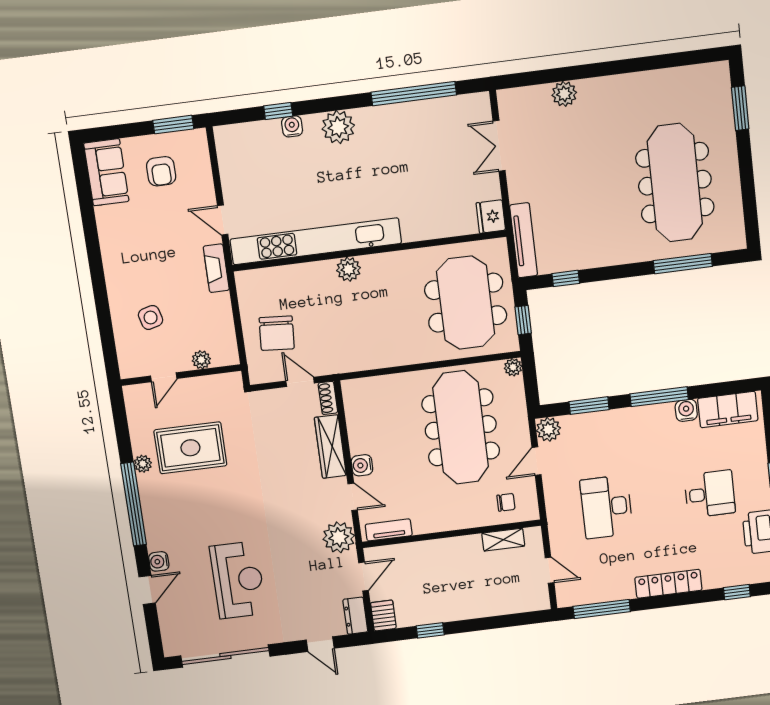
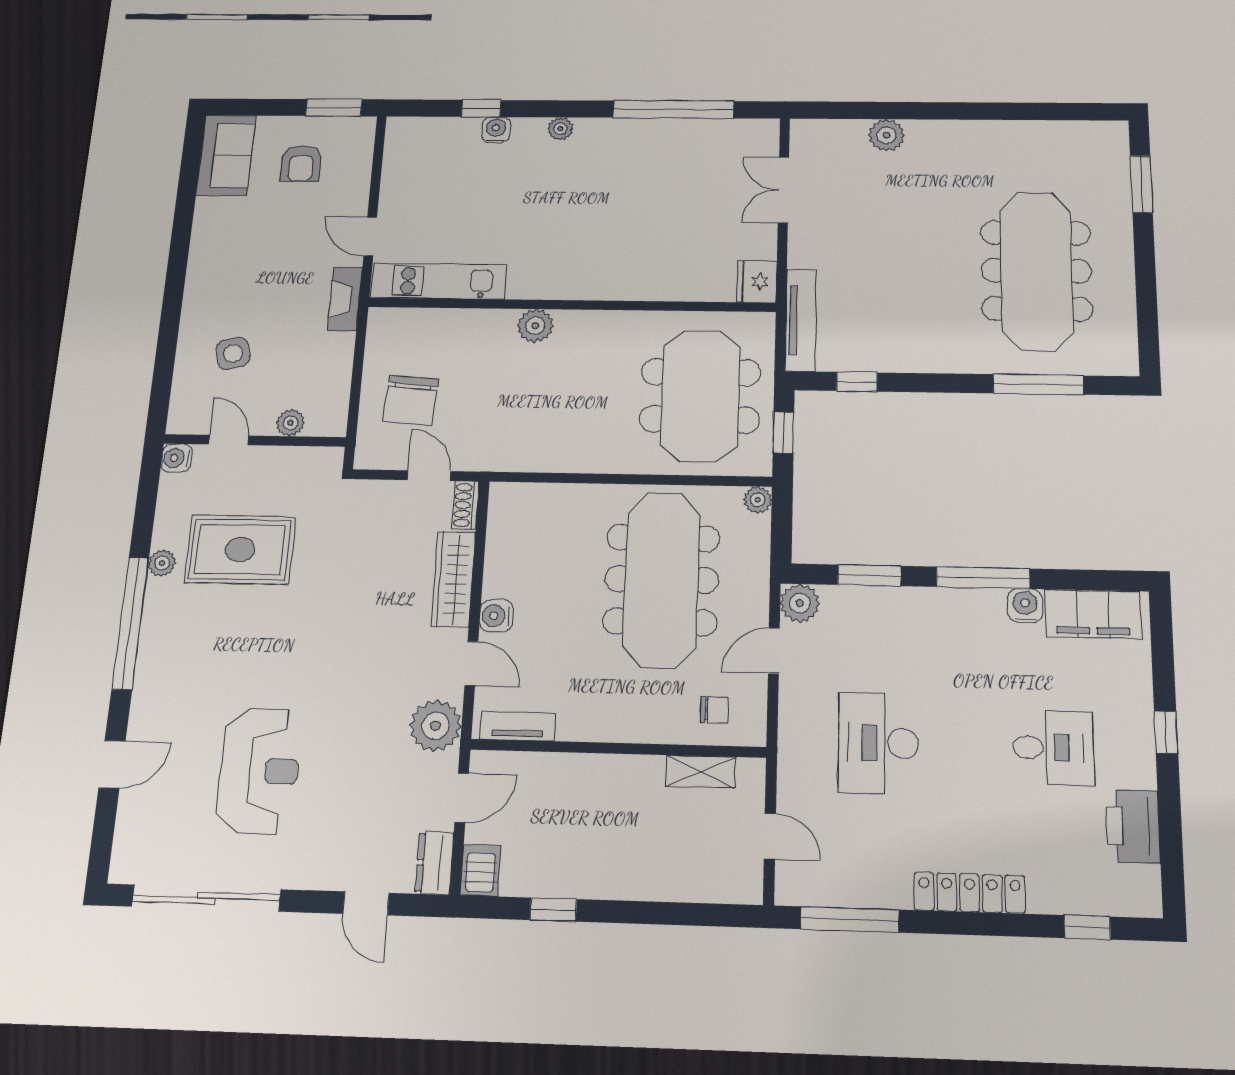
plant: (338, 127) -> (560, 129), width x0.53, depth x0.53
kitchen unit: (316, 241) -> (439, 281), width x0.54
door: (164, 377) -> (229, 440), swing flipped
water cooler: (159, 561) -> (176, 458), moved

